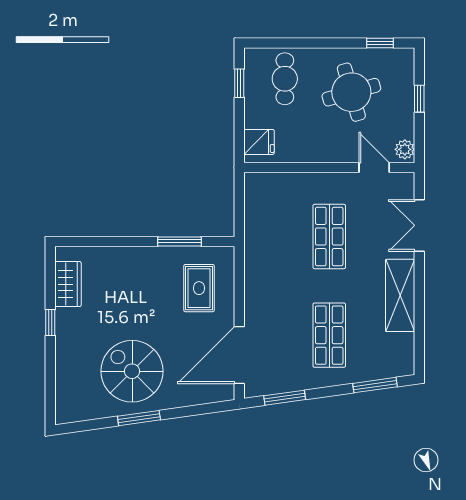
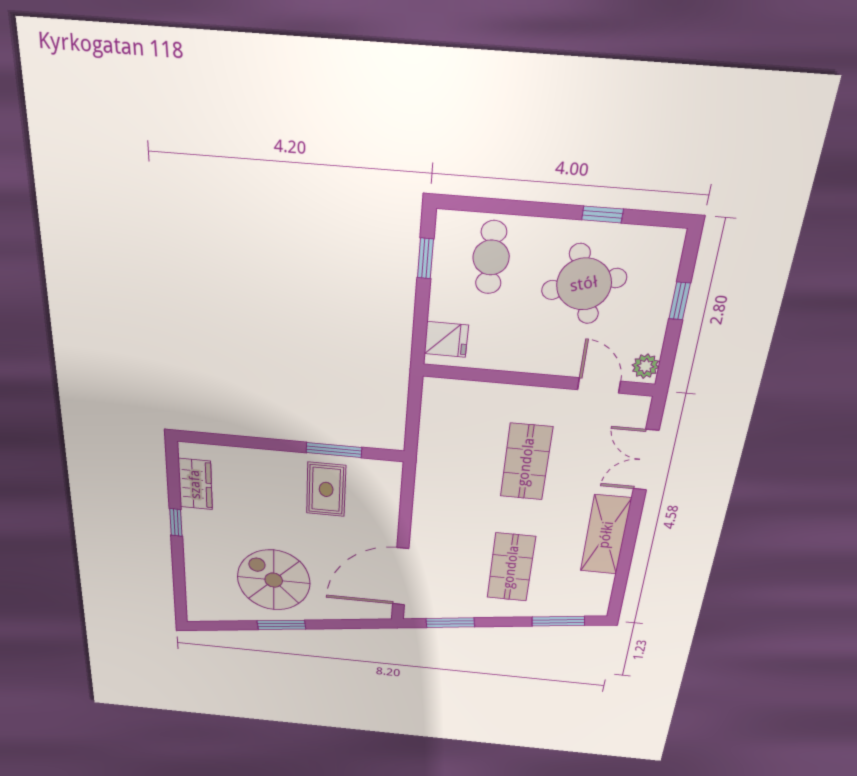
window: (380, 43) -> (602, 214), moved
rug: (199, 288) -> (326, 489), moved

